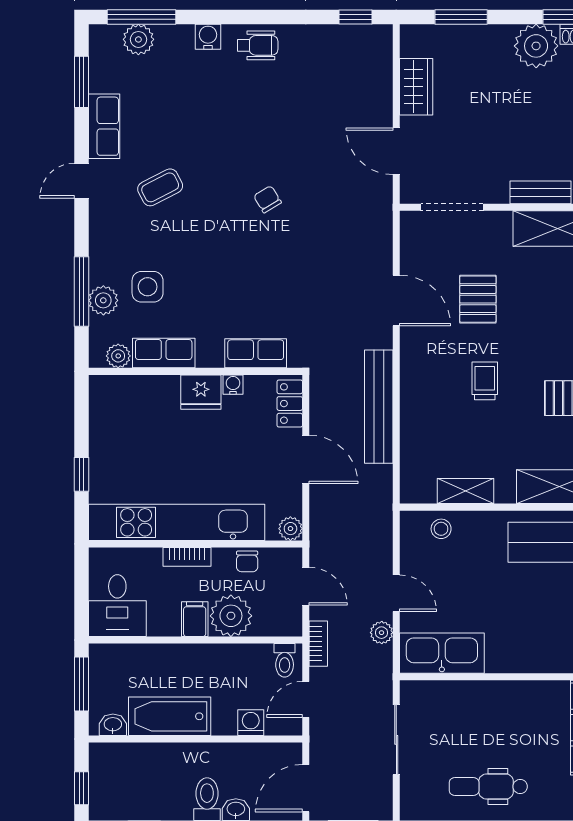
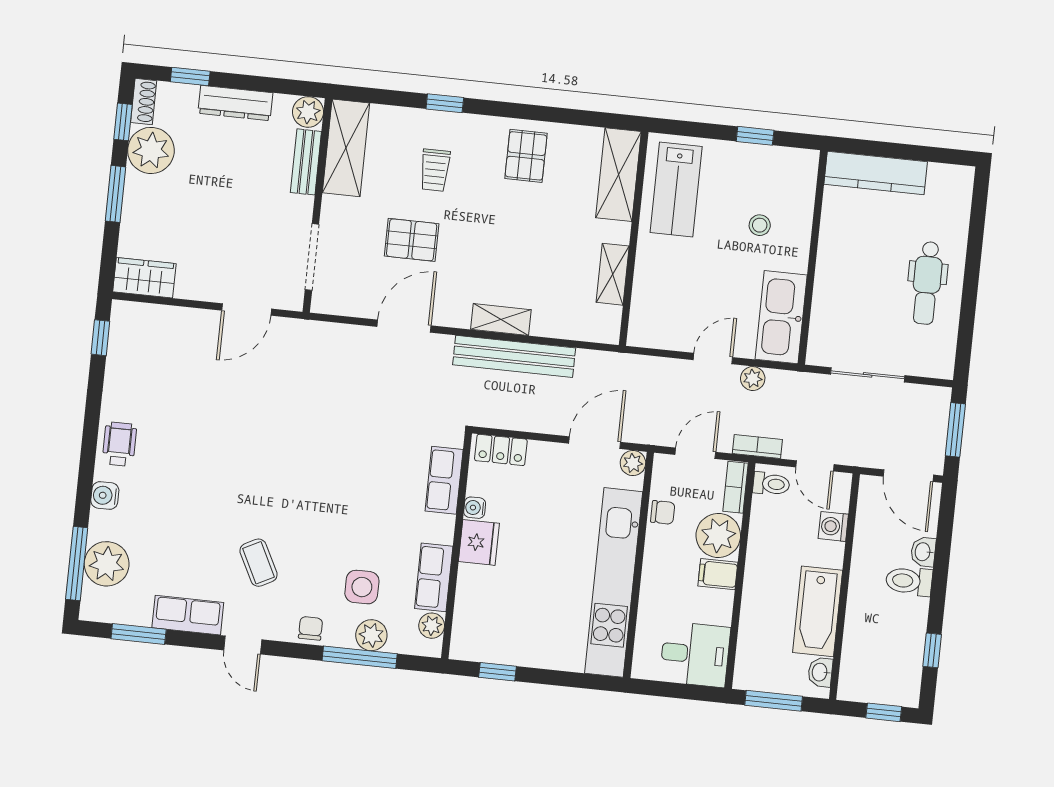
window: (461, 17) -> (115, 194), moved
plant: (138, 39) -> (107, 564), width x1.36, depth x1.36
wardrobe: (416, 87) -> (144, 278), moved
chair: (267, 199) -> (311, 628), moved, turned 121
trolley: (485, 381) -> (435, 170), moved, turned -90
shelving: (412, 391) -> (501, 320), added
door: (306, 459) -> (595, 443), moved
window: (81, 474) -> (498, 672), moved
stool: (441, 529) -> (760, 225), moved
bookcase: (187, 557) -> (736, 487), moved, turned 180

